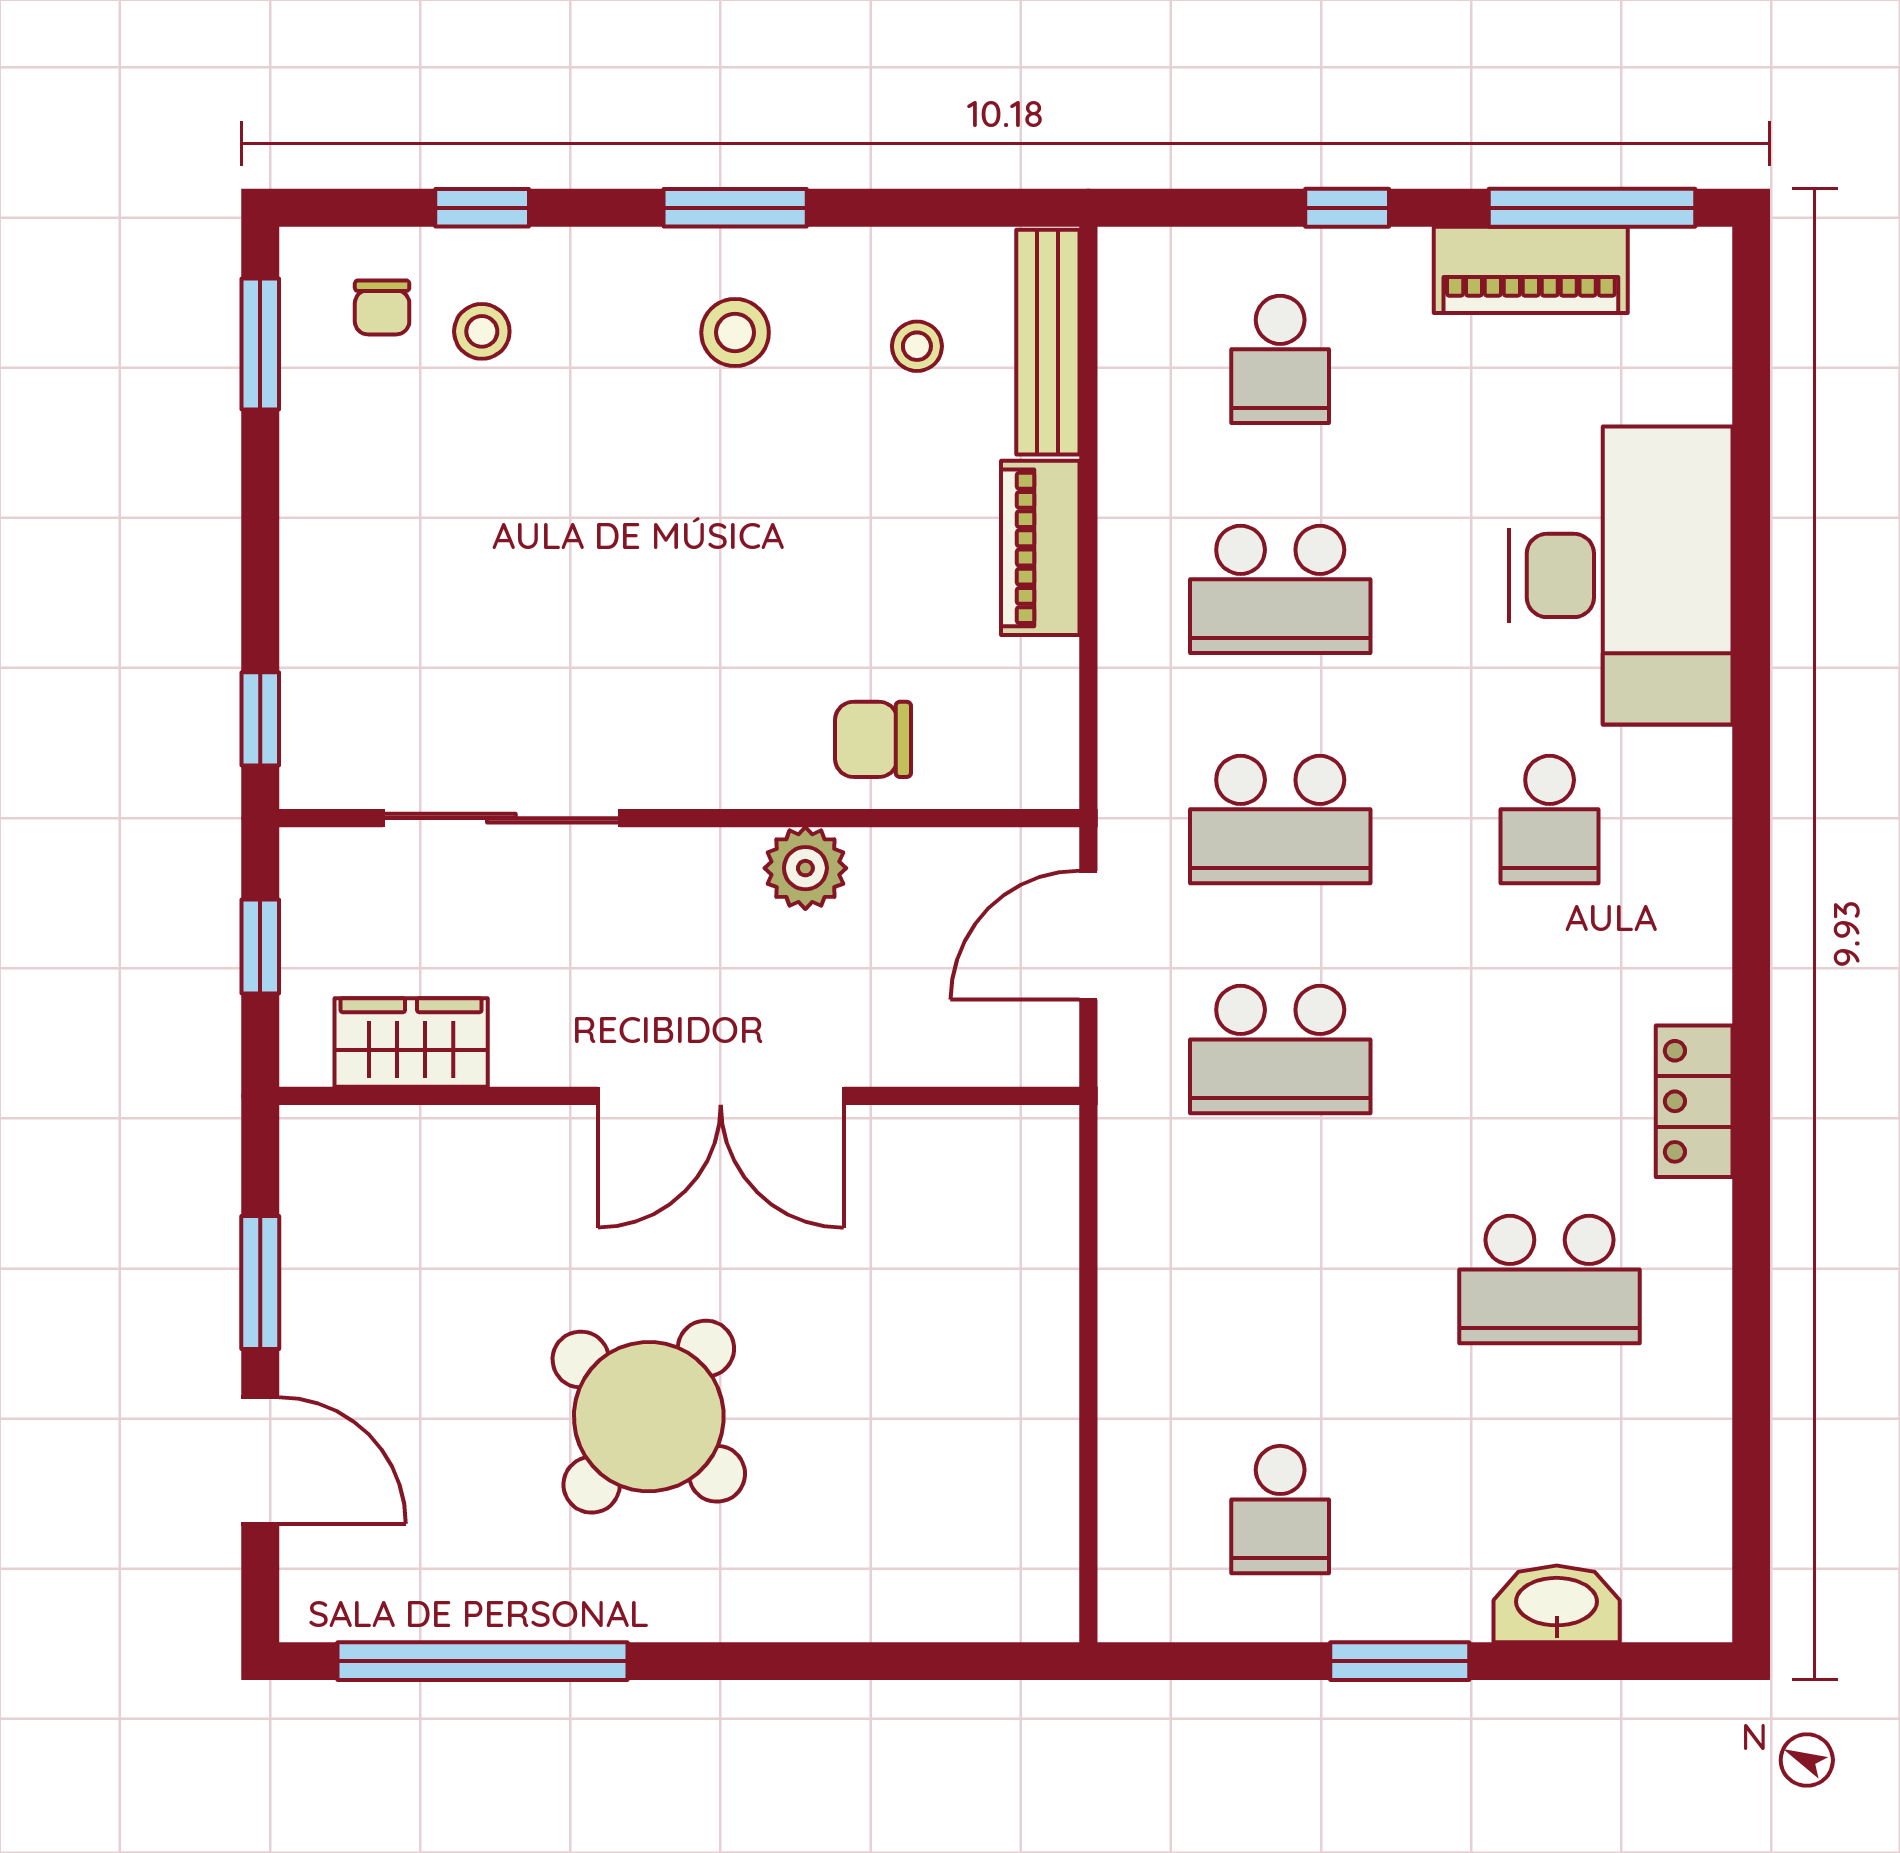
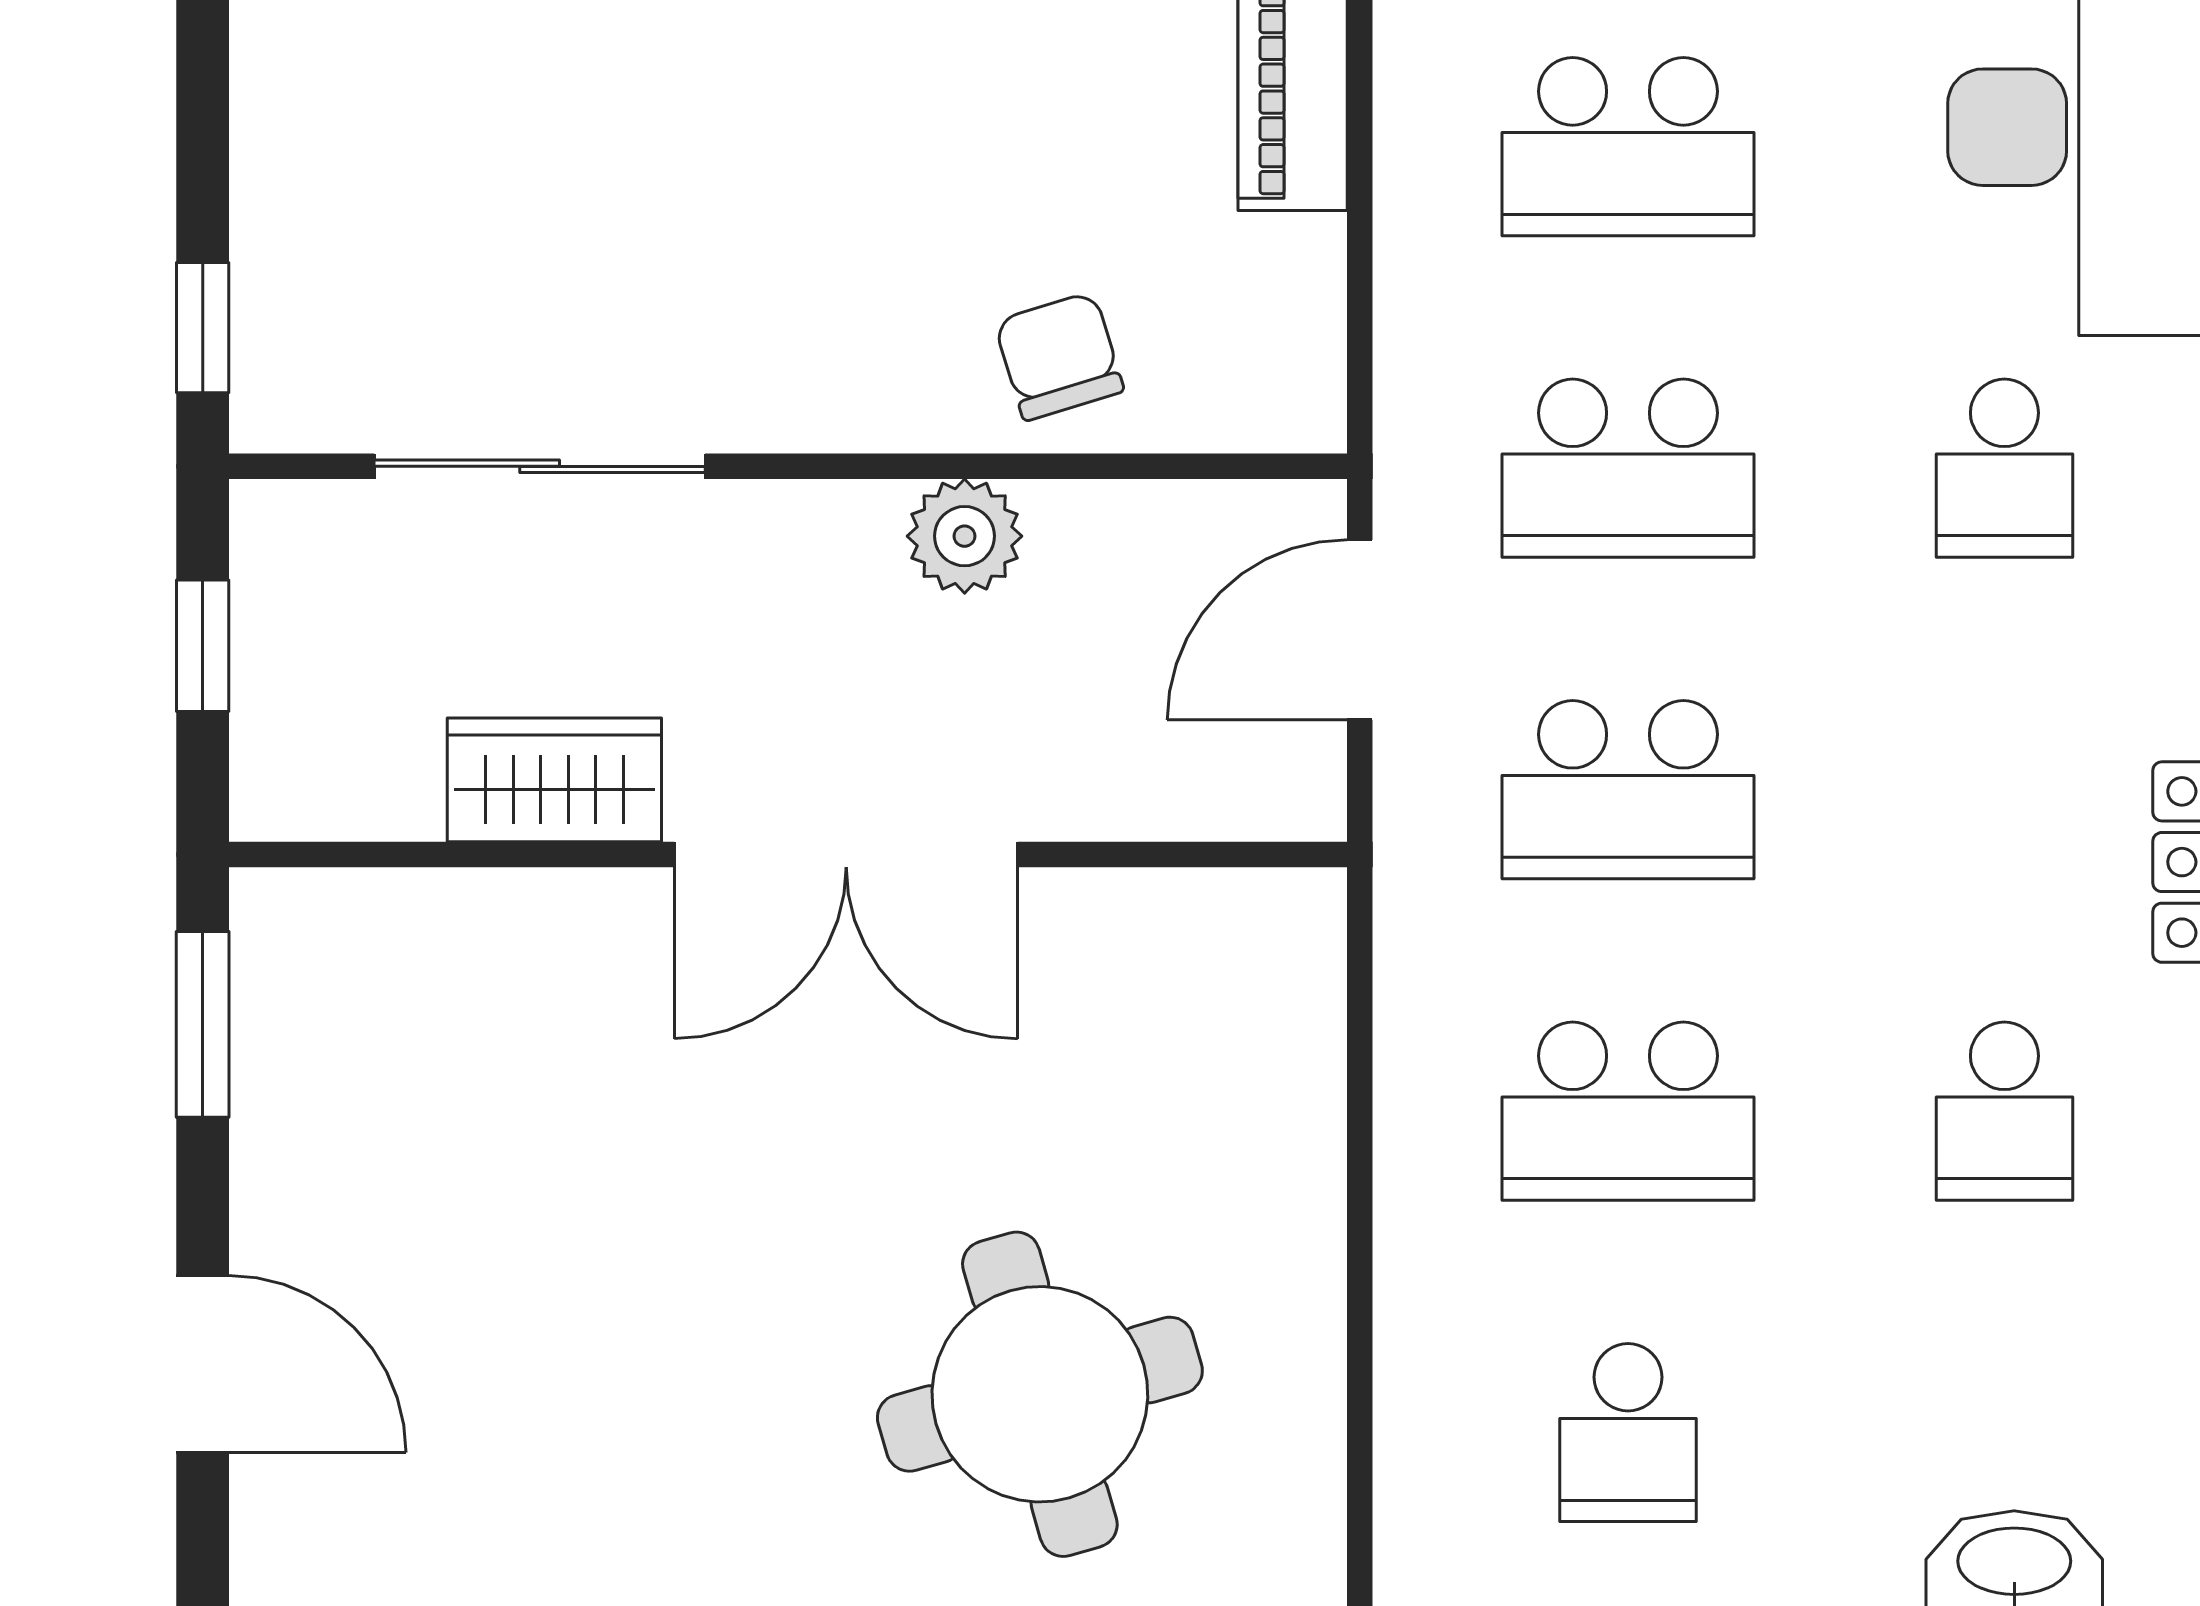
chair: (873, 739) -> (1059, 356), turned 73
wardrobe: (411, 1042) -> (554, 780), moved
school desk: (1280, 1279) -> (1628, 1111), added
school desk: (1550, 1279) -> (2004, 1111), width x0.54
window: (260, 1283) -> (203, 1024), moved
round table: (649, 1417) -> (1040, 1394), moved, turned 34

